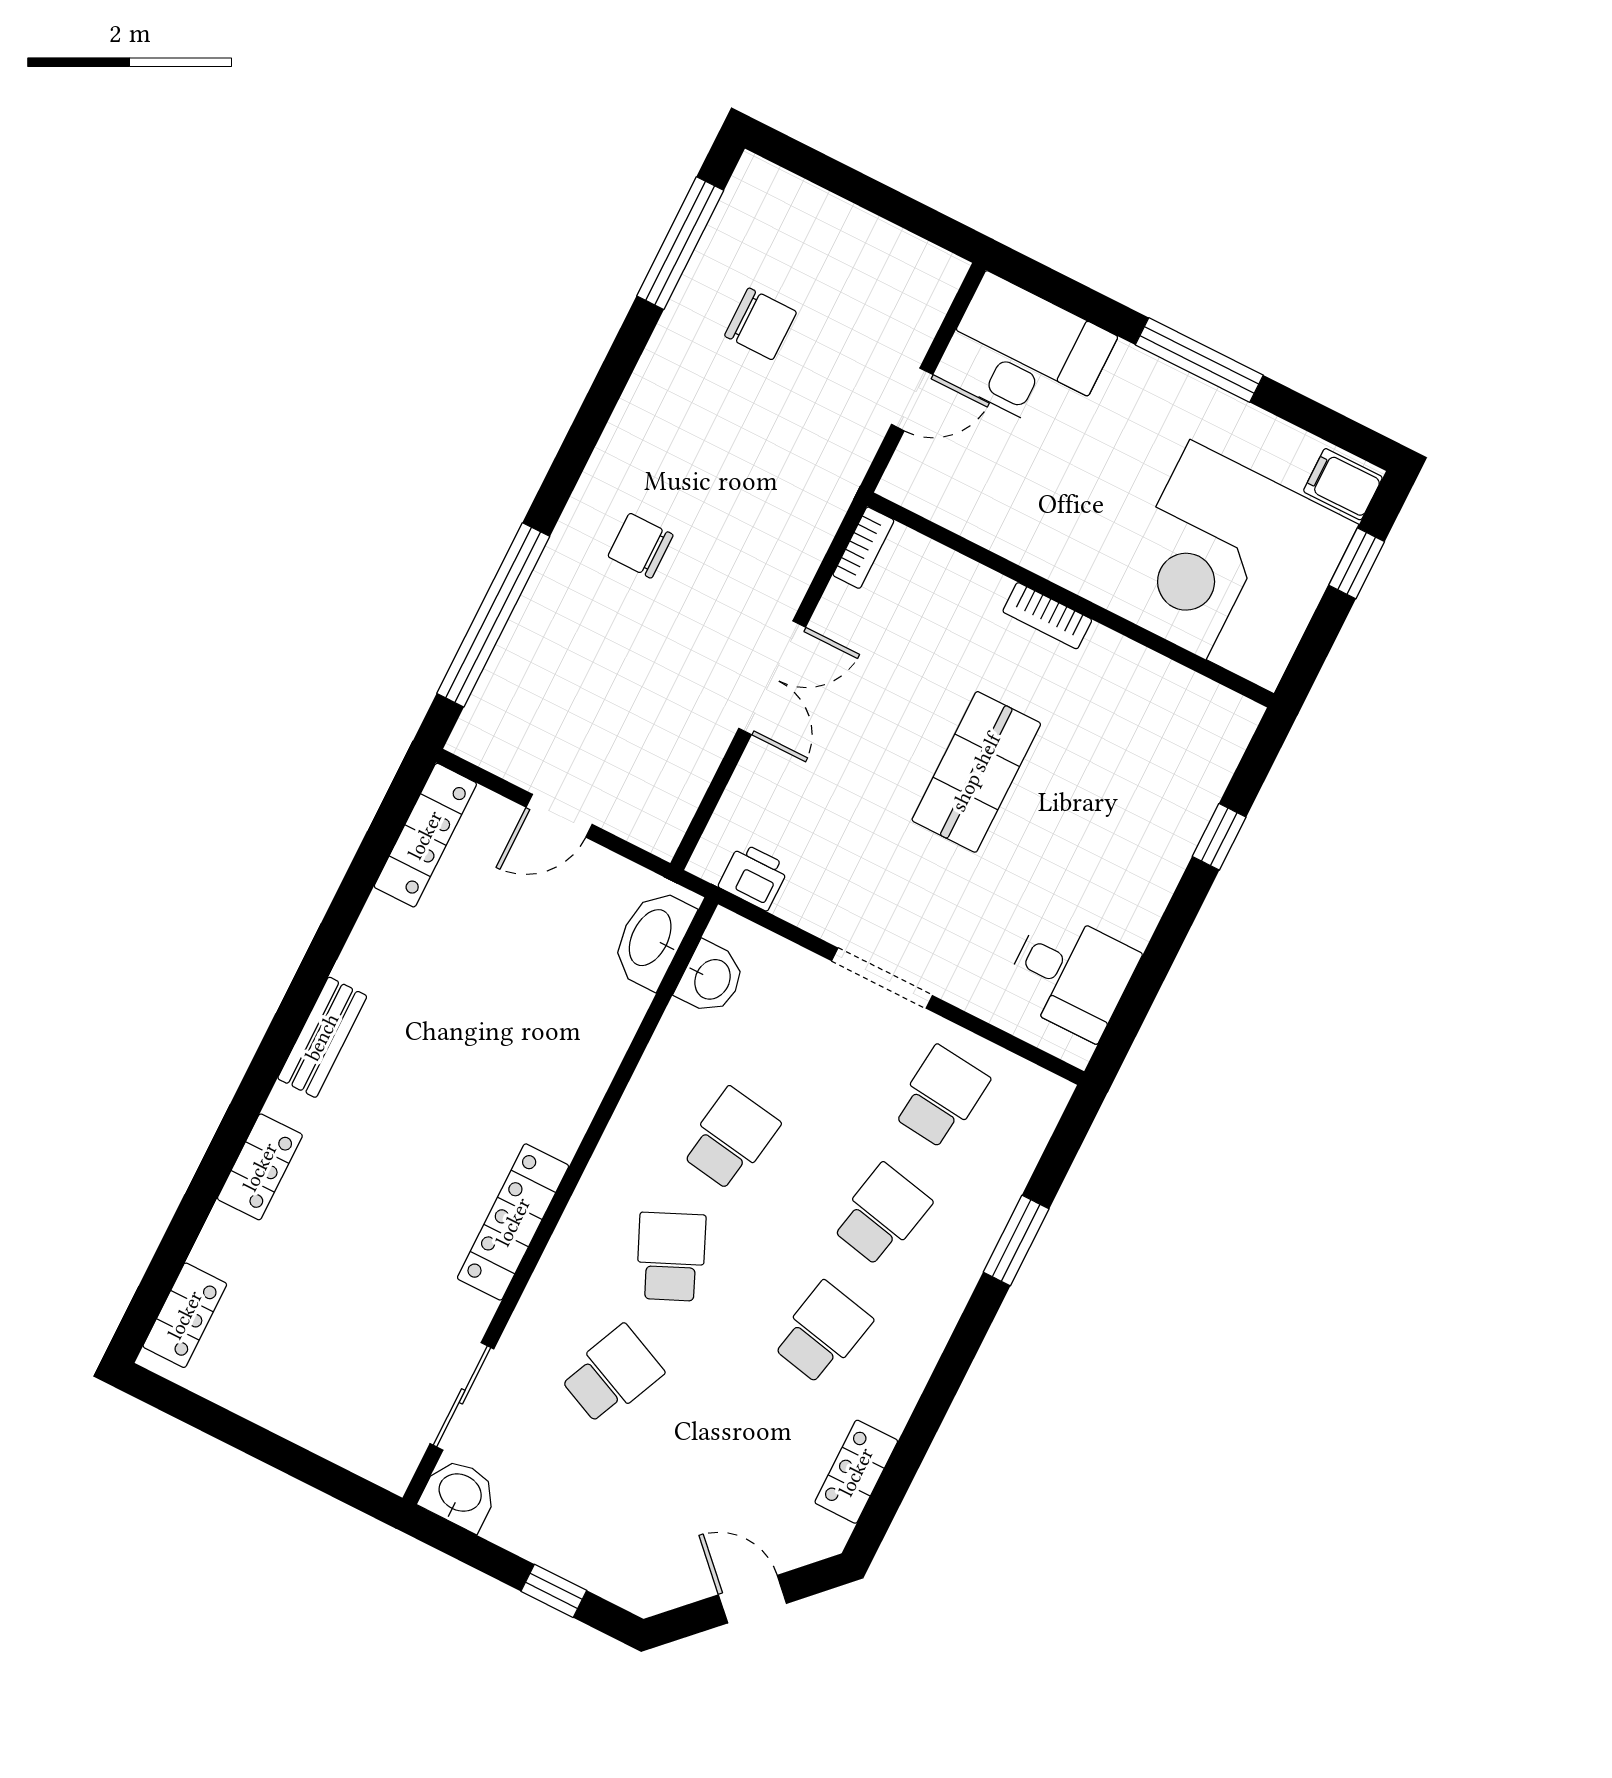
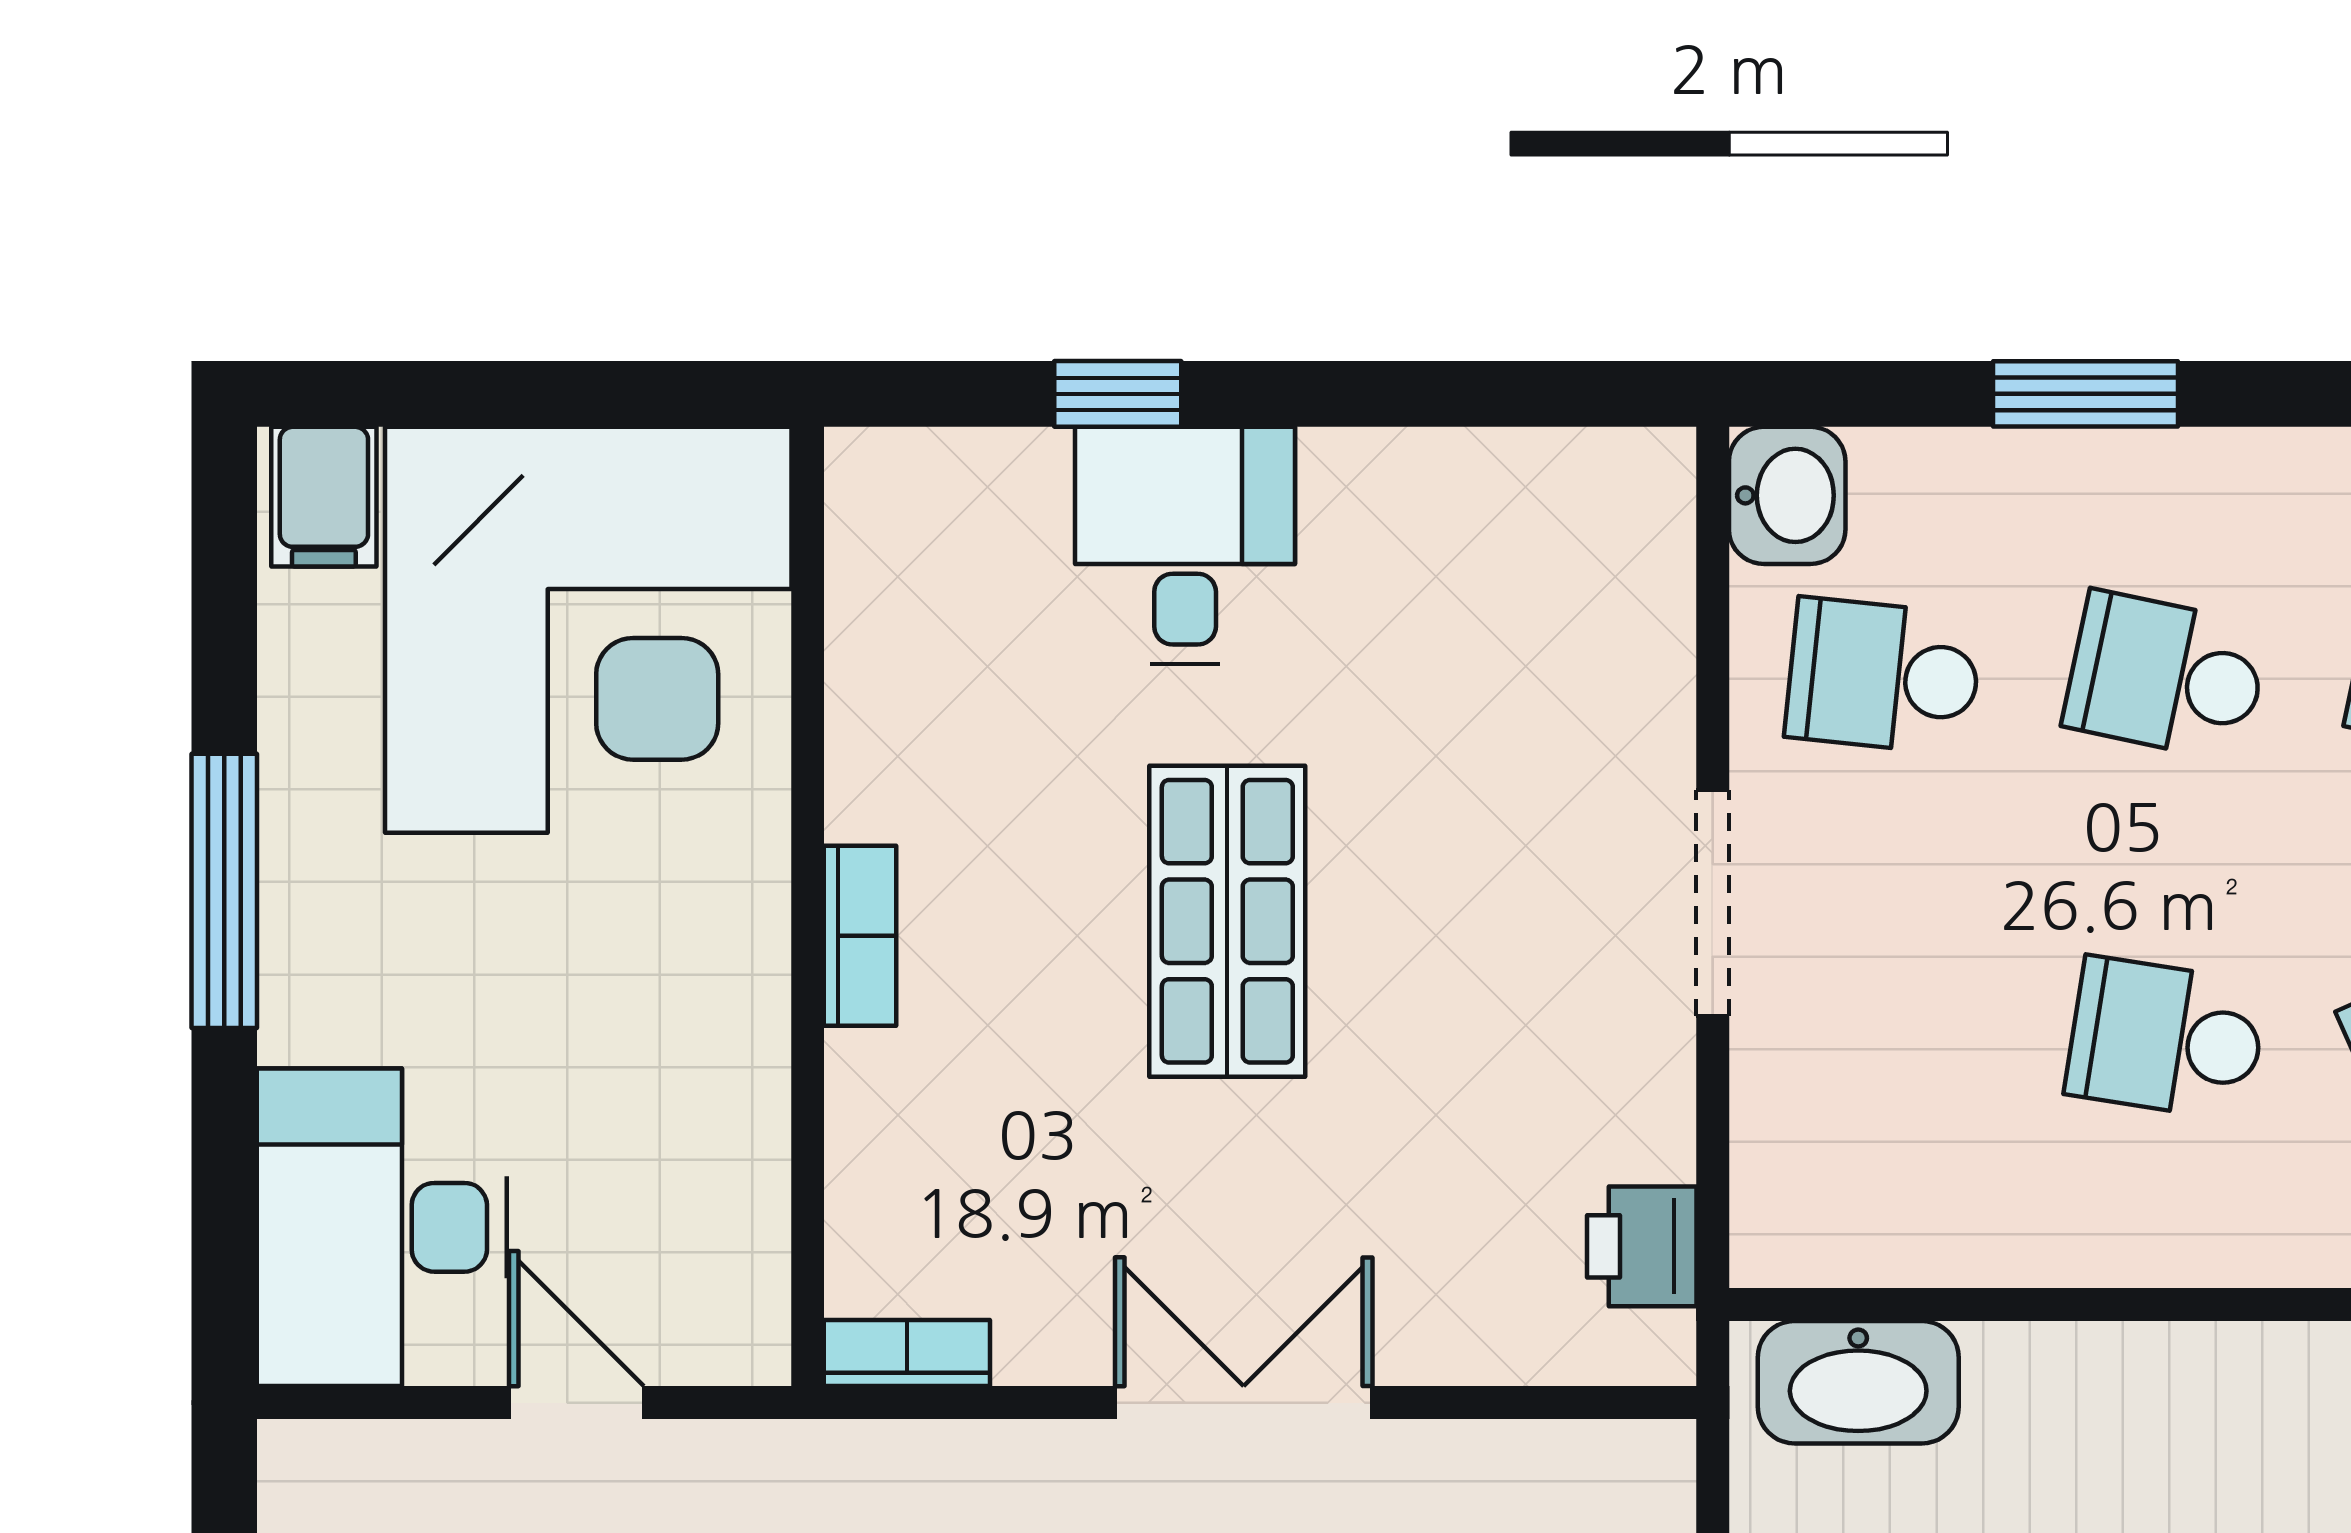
window: (1357, 563) -> (462, 394), removed
shop shelf: (976, 772) -> (1227, 921), turned 90
desk: (1071, 975) -> (1185, 545), moved
washbasin: (711, 979) -> (1787, 495), moved, turned 90

